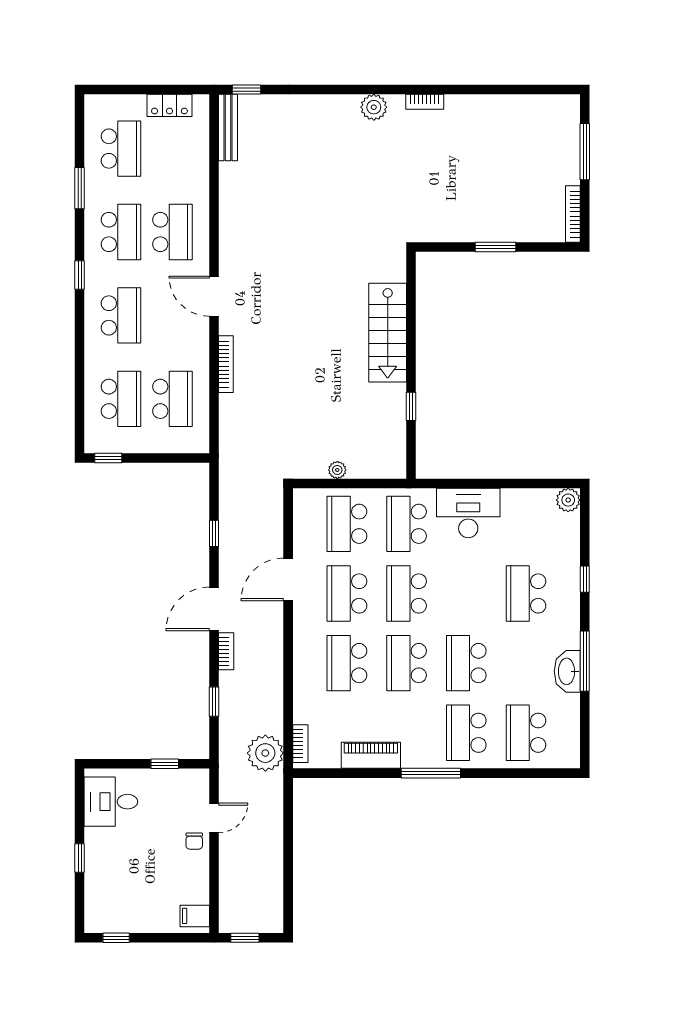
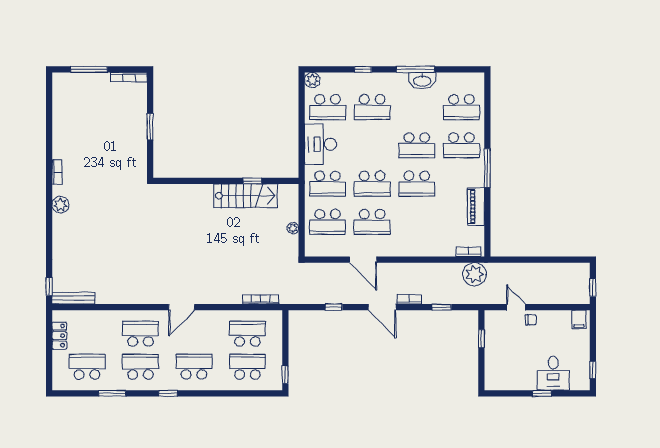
stairs: (388, 333) -> (246, 196), moved
bookcase: (226, 364) -> (261, 299), moved
school desk: (347, 663) -> (328, 107), moved
desk: (111, 802) -> (553, 373), moved

